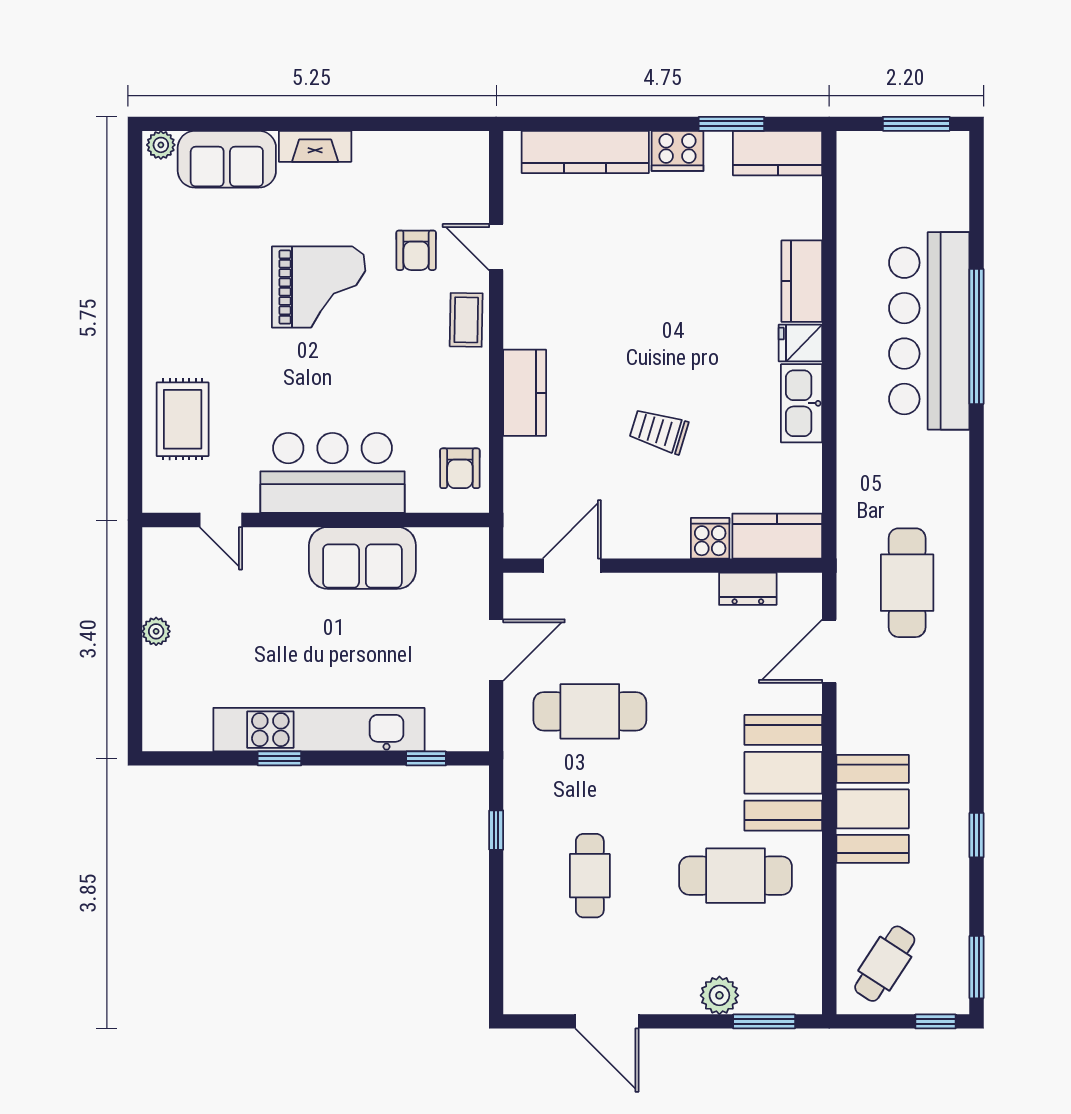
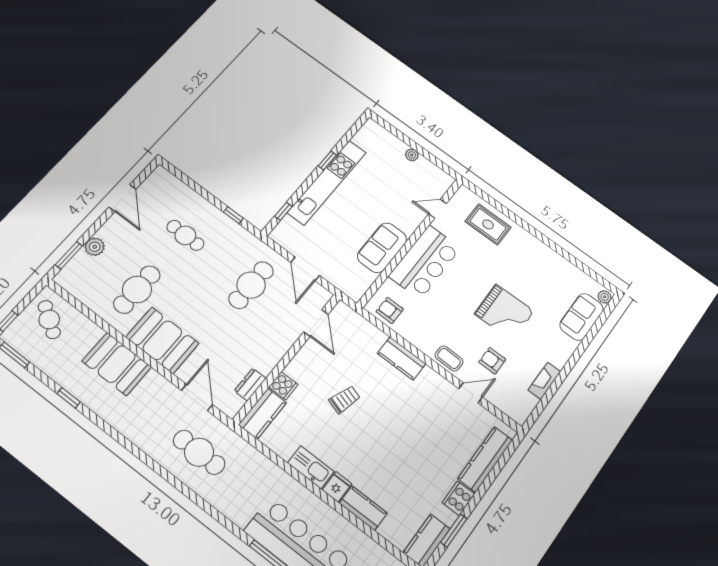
fireplace: (315, 146) -> (544, 381), moved
grand piano: (319, 287) -> (504, 313), turned -91
door: (607, 1021) -> (122, 198), swing flipped

